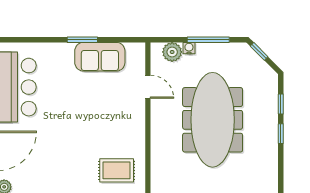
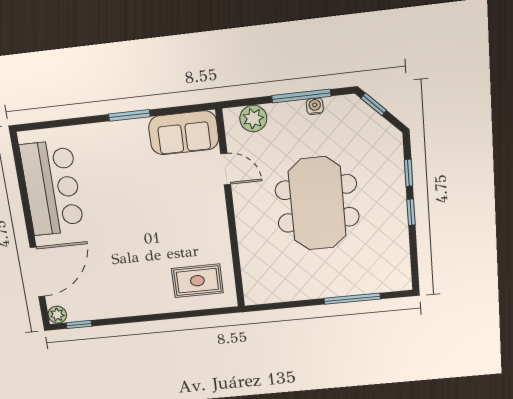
water cooler: (189, 48) -> (315, 106), moved
sofa: (100, 57) -> (184, 133), moved
meeting table: (213, 120) -> (317, 204), width x0.73

